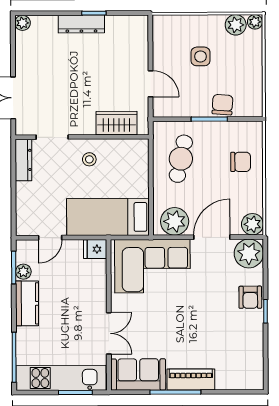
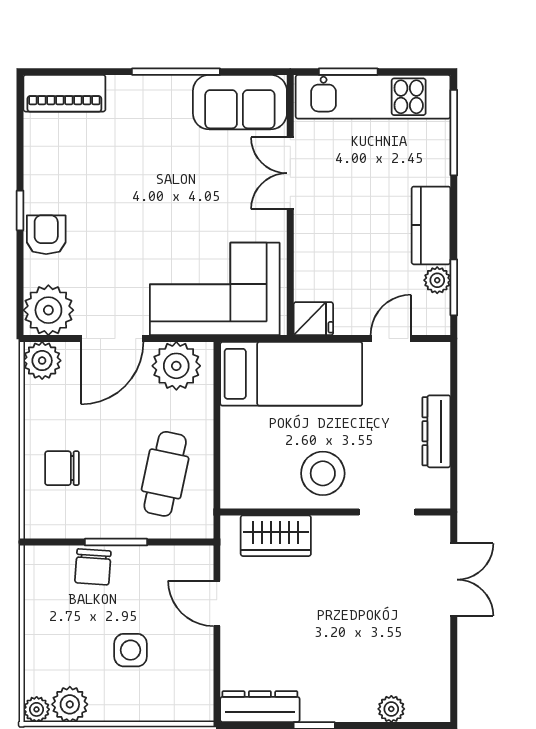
plant: (22, 23) -> (391, 709), moved
dresser: (81, 24) -> (260, 707), moved
stool: (89, 159) -> (323, 473), width x1.89, depth x1.89
dresser: (23, 160) -> (436, 431), moved
piano: (191, 379) -> (64, 93), moved

